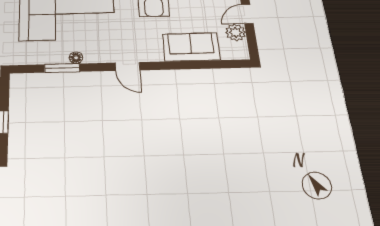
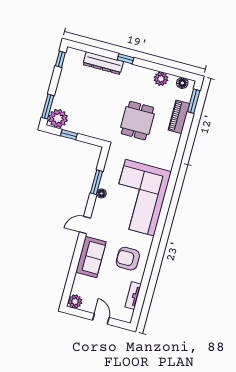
plant: (236, 32) -> (75, 301), moved
sofa: (191, 47) -> (91, 257), moved

